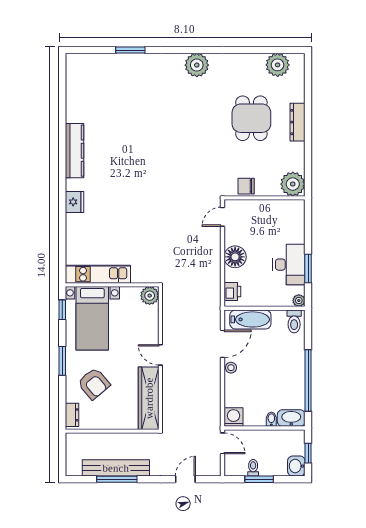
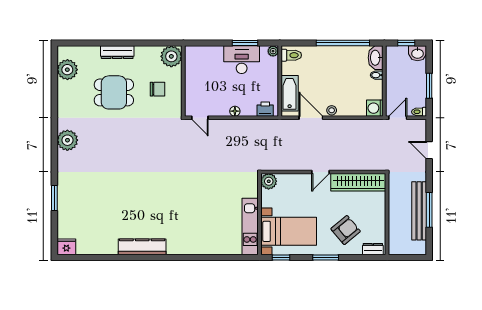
chair: (246, 186) -> (158, 89), moved, turned -90
fridge: (75, 202) -> (66, 247), moved
floor lamp: (235, 257) -> (235, 111), width x0.53, depth x0.53
toilet: (253, 468) -> (419, 112), moved

